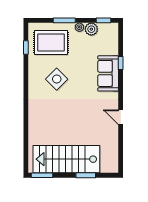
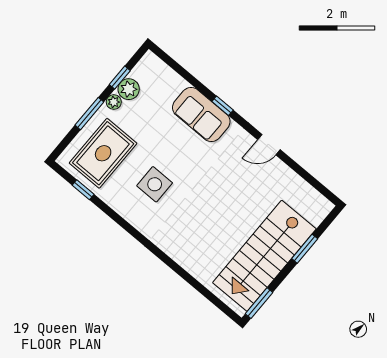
window: (104, 20) -> (120, 78), moved
window: (121, 63) -> (223, 106), moved
side table: (57, 79) -> (155, 184), turned 45

